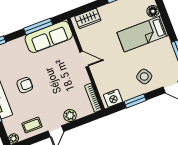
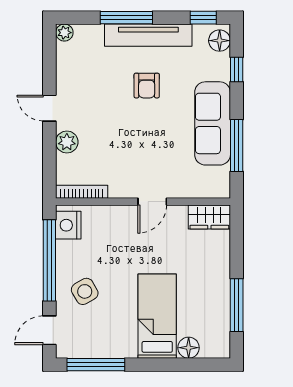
wardrobe: (88, 18) -> (209, 217), moved, turned -90
sofa: (49, 37) -> (213, 123), moved
window: (135, 101) -> (49, 260), width x2.11
coffee table: (32, 125) -> (75, 72), removed

